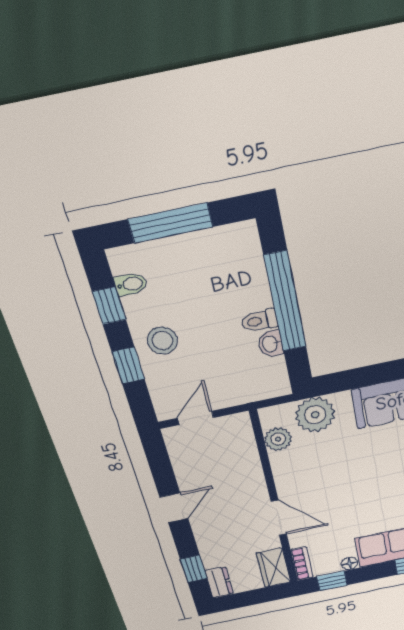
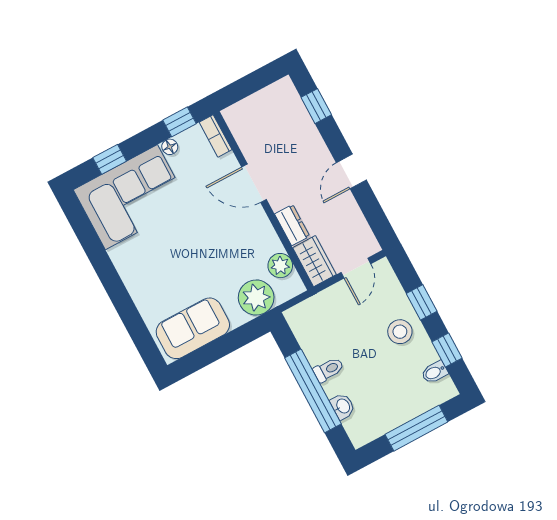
washbasin: (271, 344) -> (343, 406), moved
wardrobe: (274, 568) -> (314, 261), moved
dresser: (219, 582) -> (292, 225), moved, turned 180

